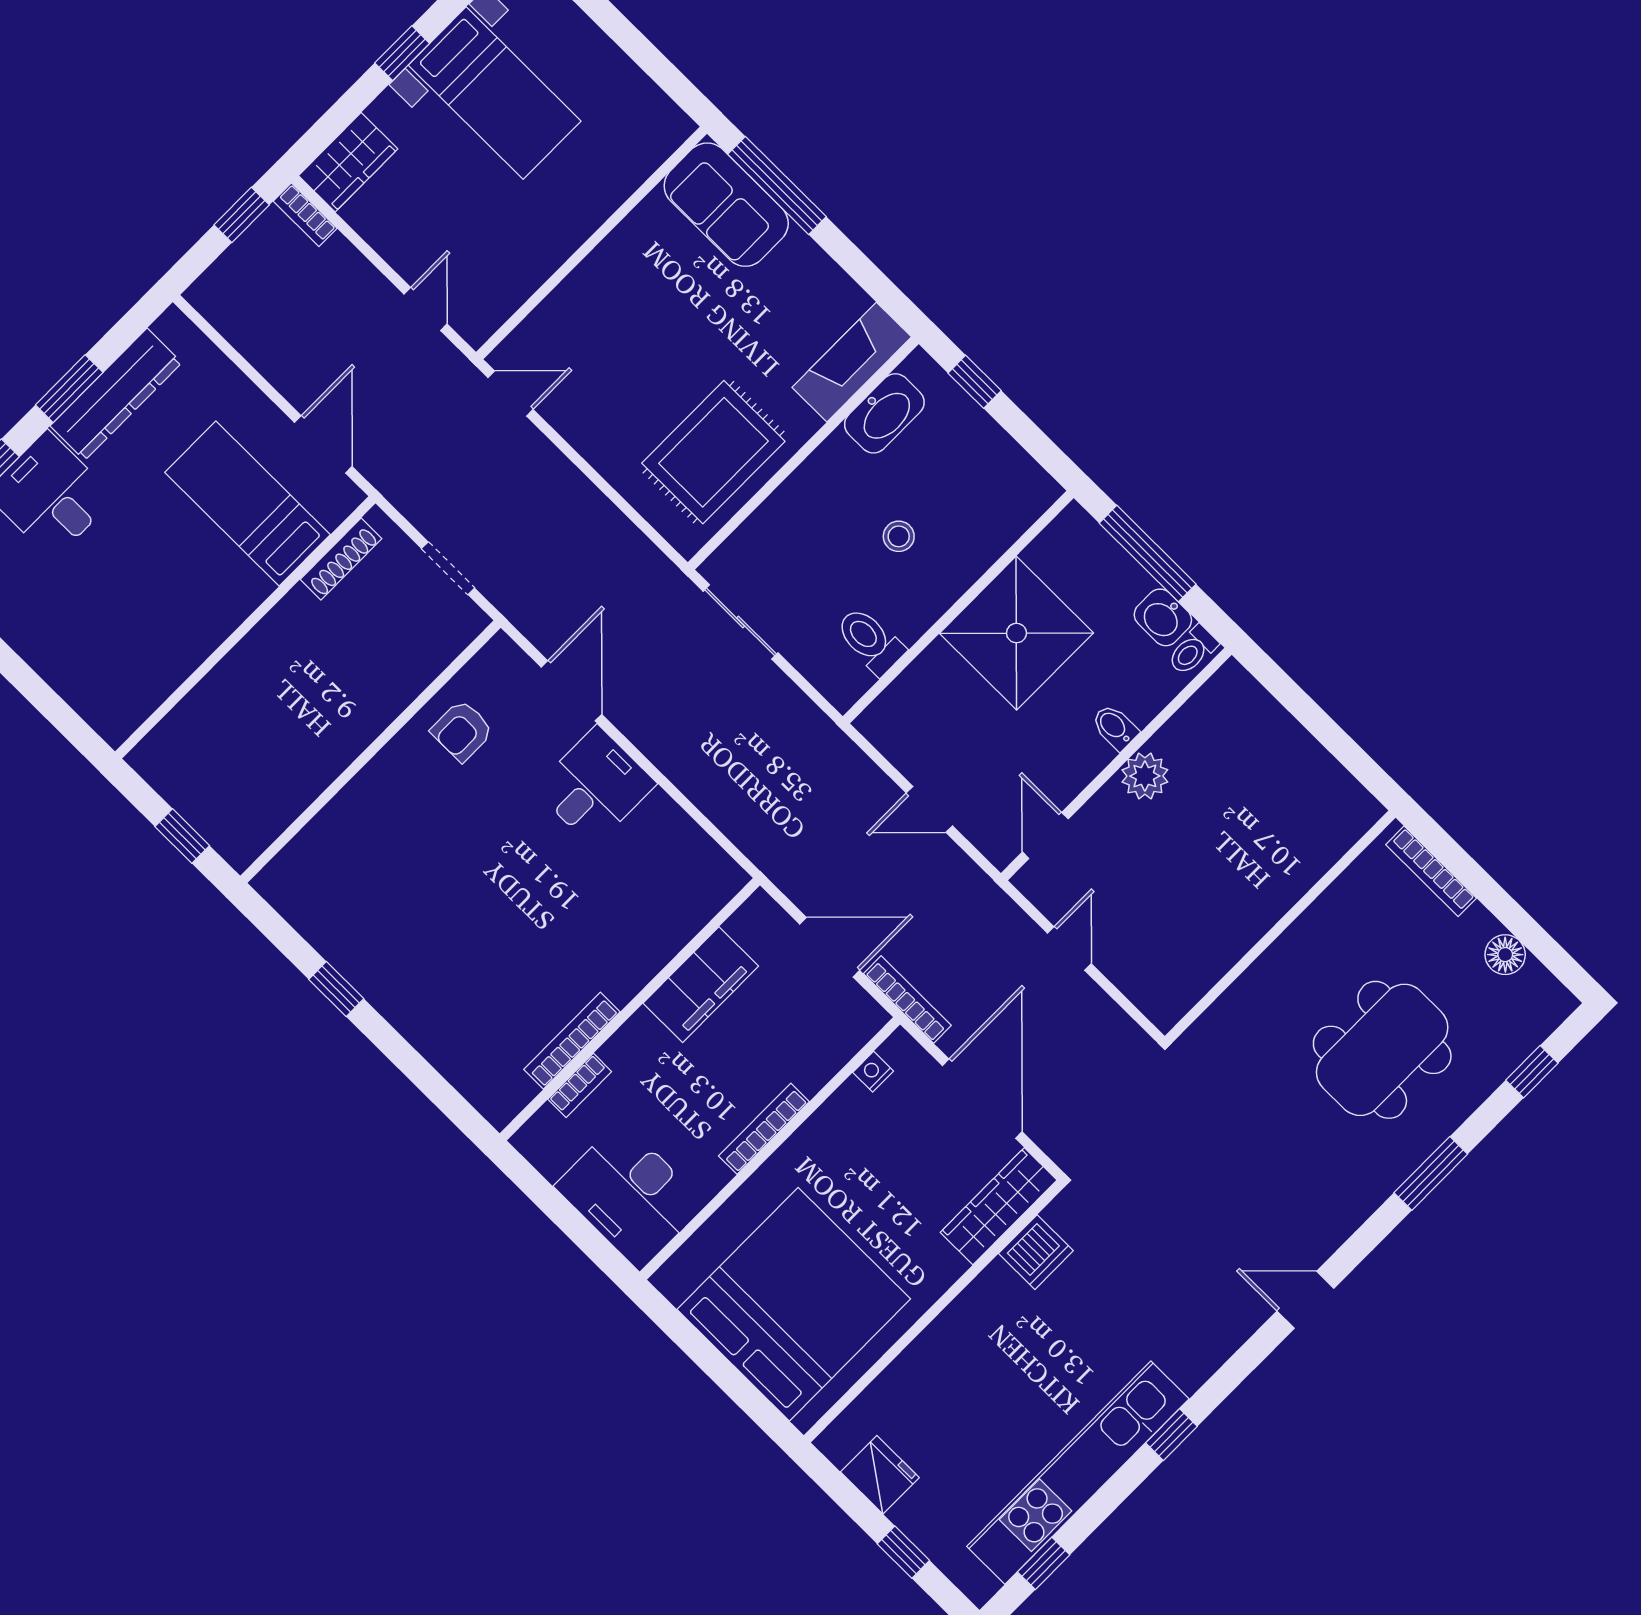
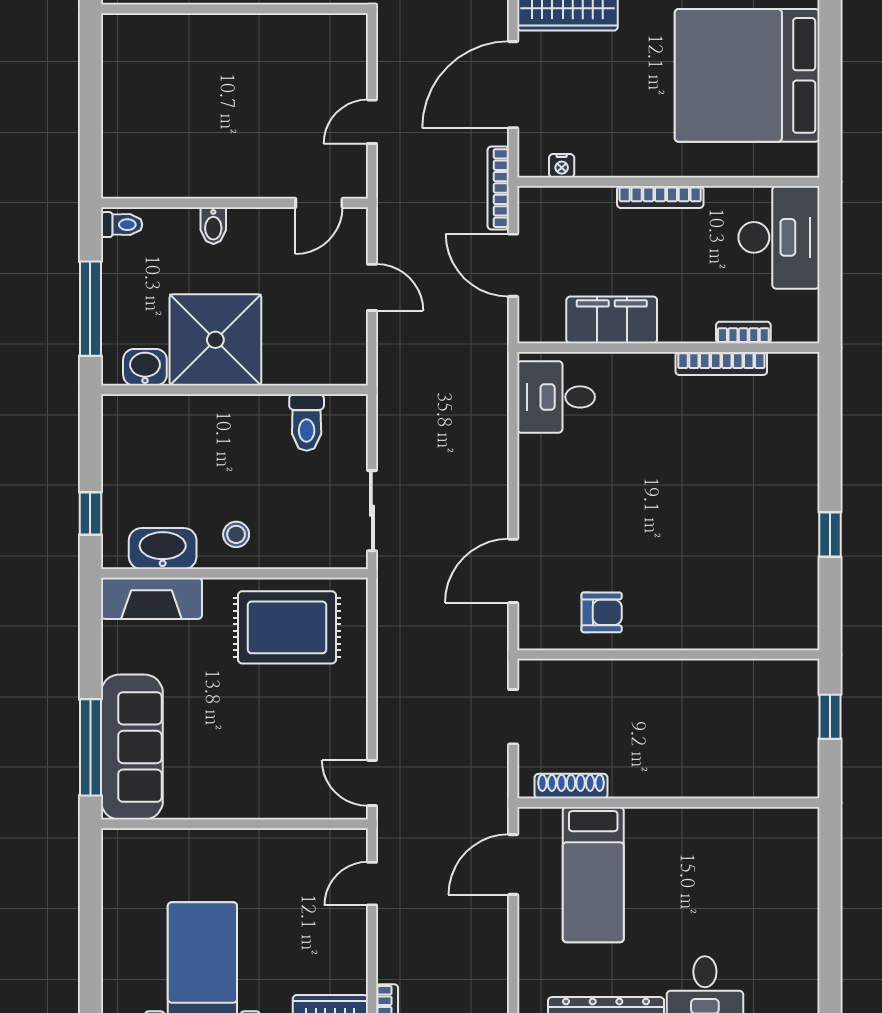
sofa: (726, 205) -> (132, 747), width x1.36
stool: (899, 536) -> (236, 534), moved
washbasin: (1163, 617) -> (145, 367), moved, turned -90
plant: (1145, 776) -> (225, 179), removed
desk: (595, 786) -> (556, 397), moved

